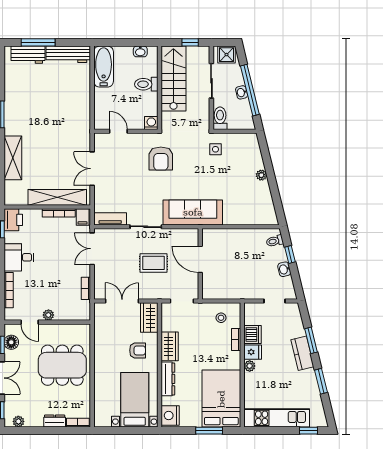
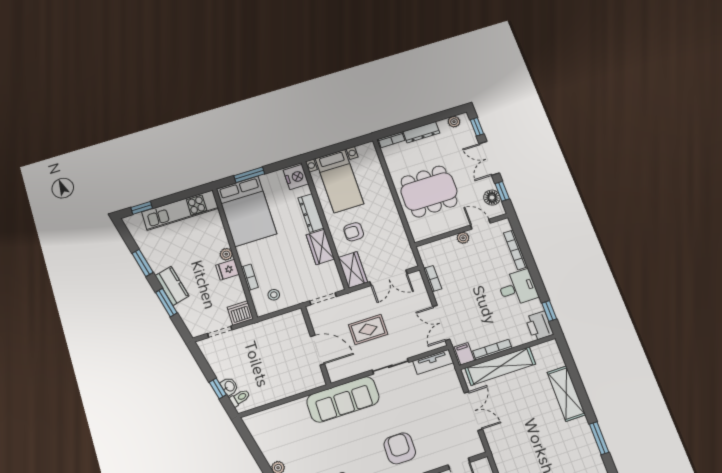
double door: (92, 249) -> (441, 323), swing flipped
washbasin: (284, 269) -> (229, 386), moved
dishwasher: (253, 334) -> (240, 313), moved, turned 90
dresser: (55, 421) -> (421, 132), width x1.44

